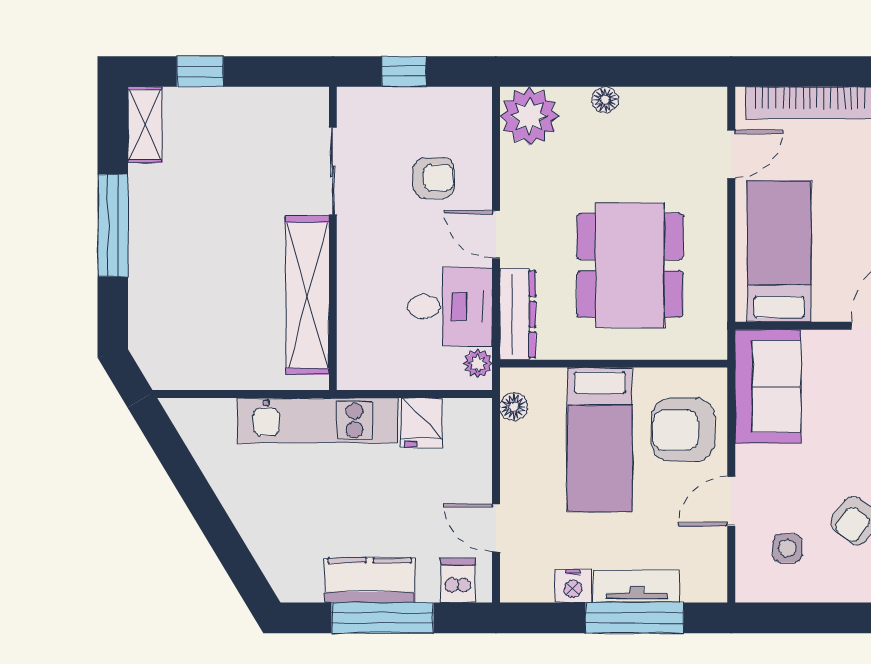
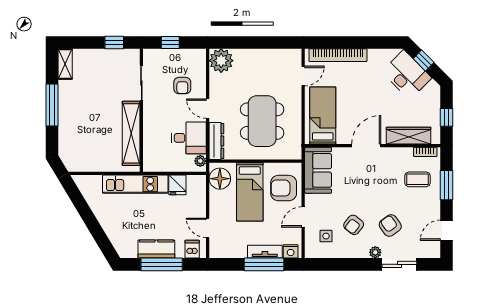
window: (200, 72) -> (114, 42), moved
floor lamp: (605, 100) -> (252, 54), removed
armchair: (434, 178) -> (182, 86), turned 90
floor lamp: (514, 407) -> (220, 179), width x1.89, depth x1.89
nightstand: (573, 586) -> (291, 251), moved

